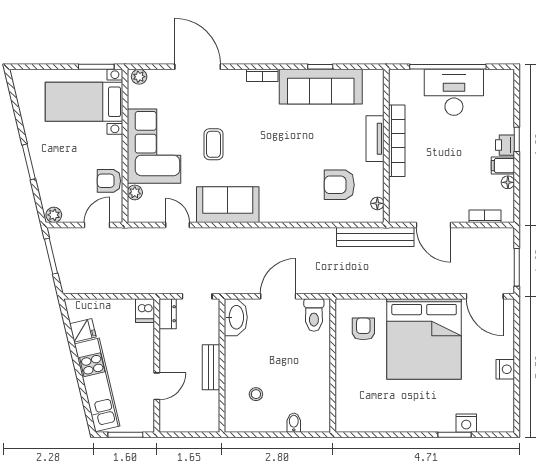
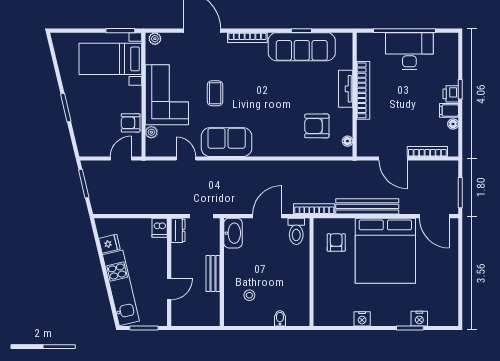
bookcase: (262, 75) -> (247, 38), width x1.56
plant: (54, 215) -> (86, 150), removed
bookcase: (485, 216) -> (427, 152), width x1.56
bench: (375, 237) -> (367, 206), moved
bookcase: (336, 287) -> (314, 209), added
nightstand: (505, 369) -> (362, 319), moved, turned 90

